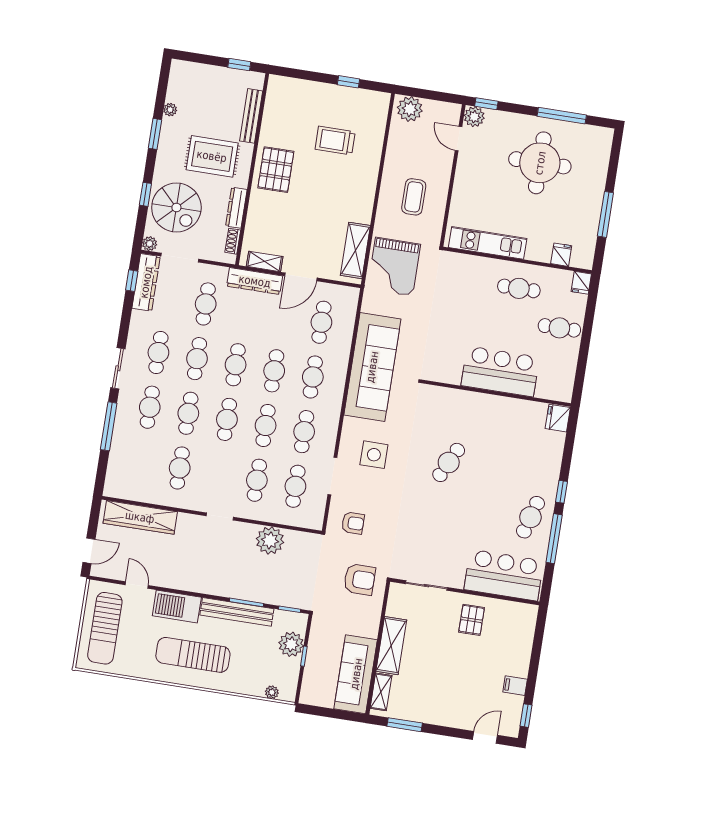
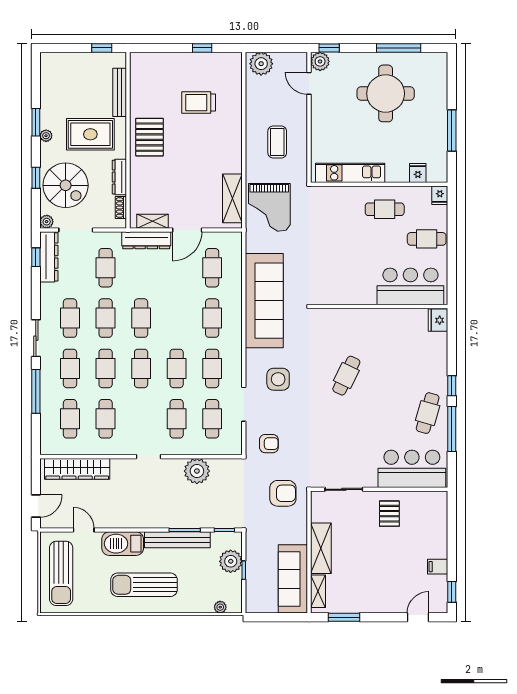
plant: (170, 110) -> (46, 136), moved
cafe table: (274, 371) -> (70, 419), moved
bar counter: (500, 371) -> (410, 286), moved

